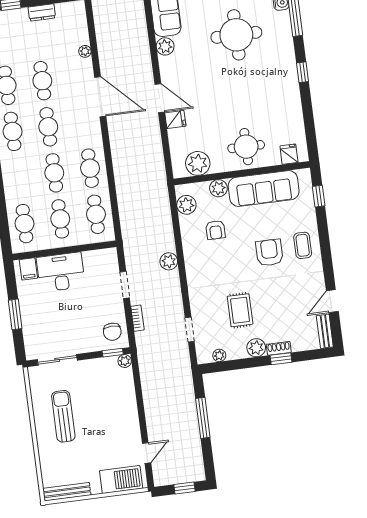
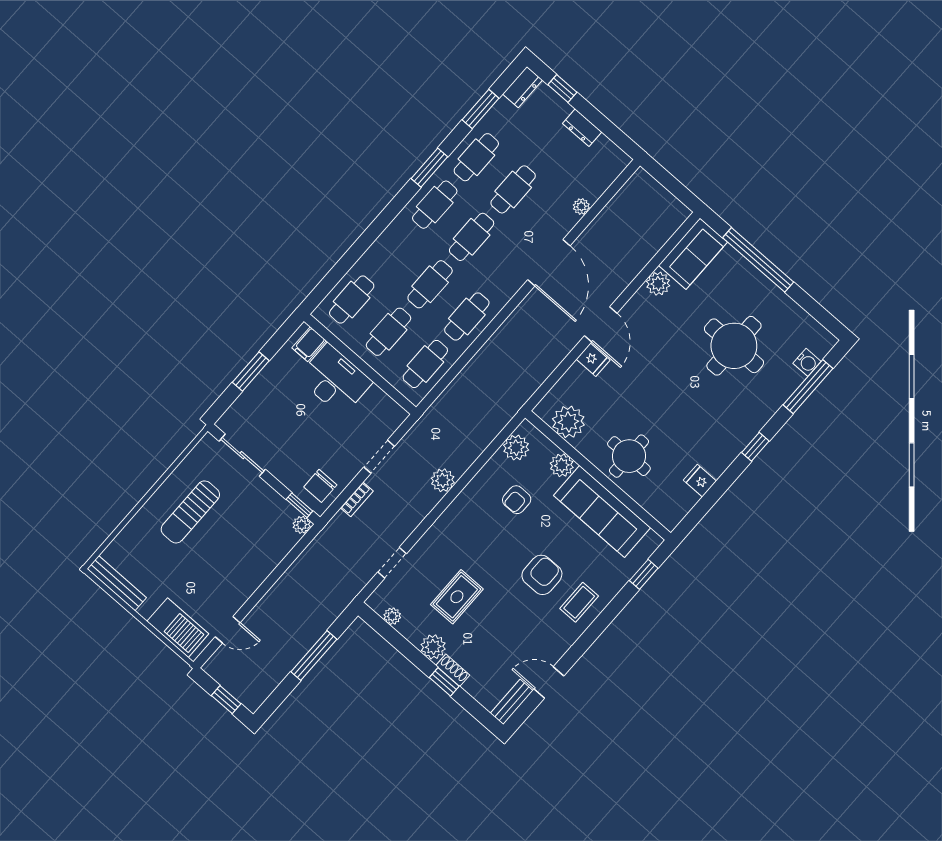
fridge: (289, 154) -> (700, 481), moved, turned -90
sun lounger: (63, 416) -> (190, 512), turned 180

